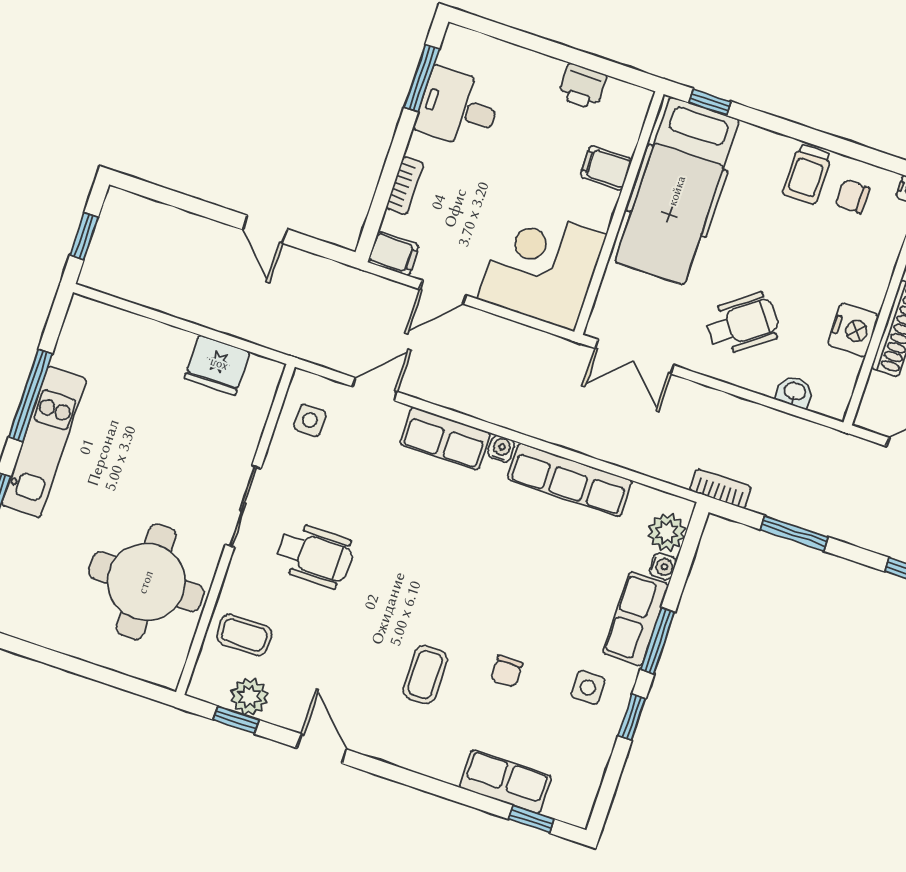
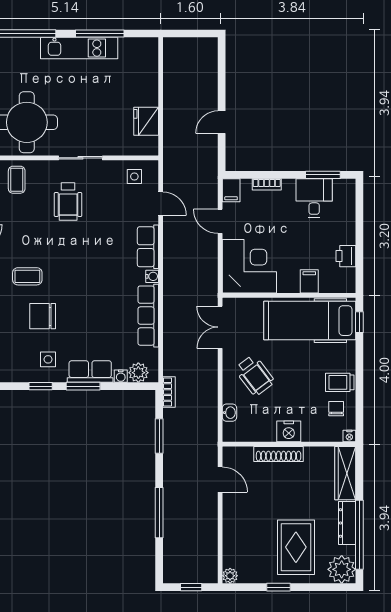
window: (84, 236) -> (188, 34), removed
nightstand: (853, 330) -> (289, 431), moved
chair: (507, 671) -> (43, 316), width x1.87, depth x1.87

